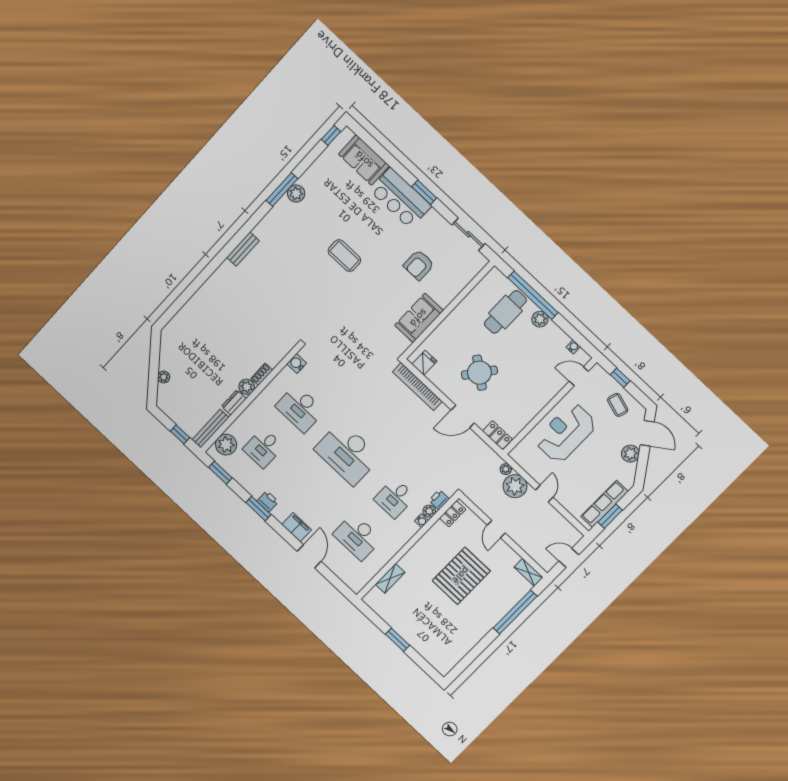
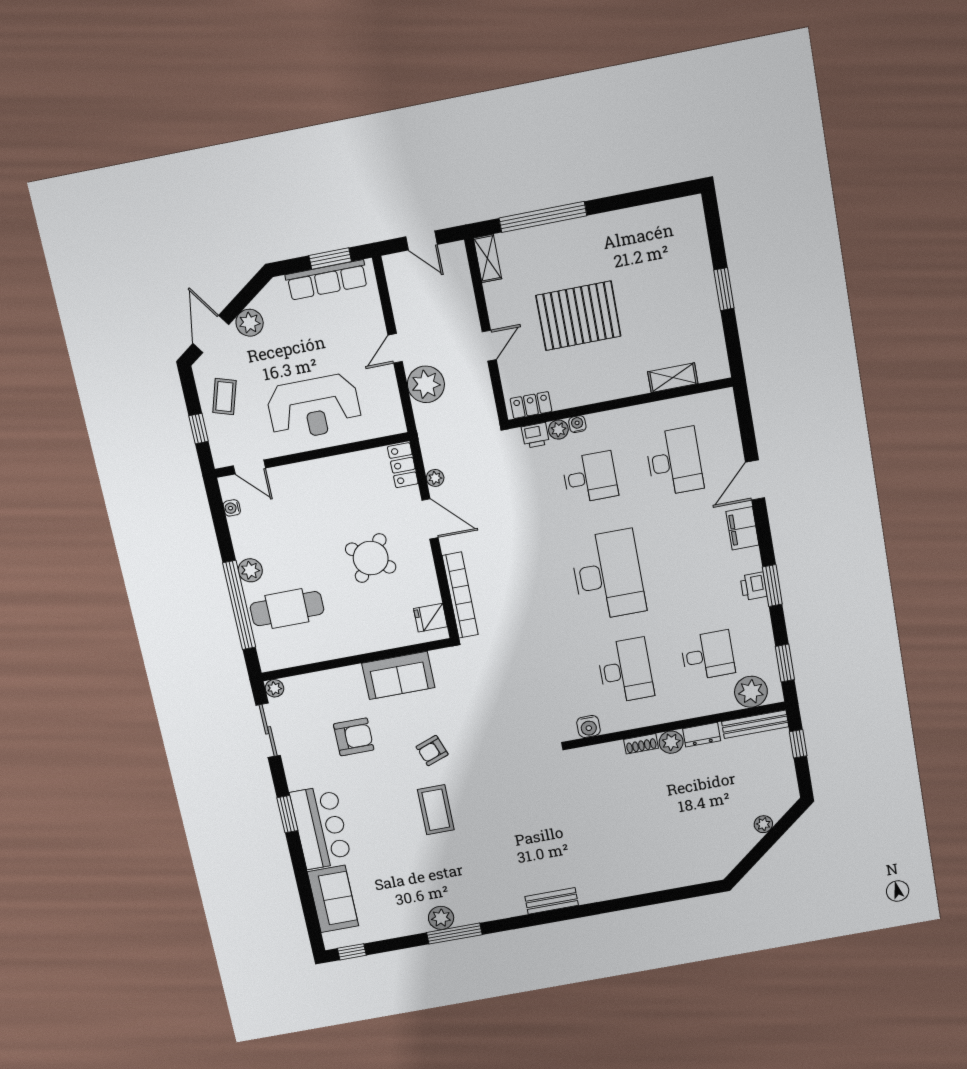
plant: (481, 261) -> (274, 688), added
armchair: (371, 288) -> (432, 751), added
plant: (506, 469) -> (435, 478), moved

